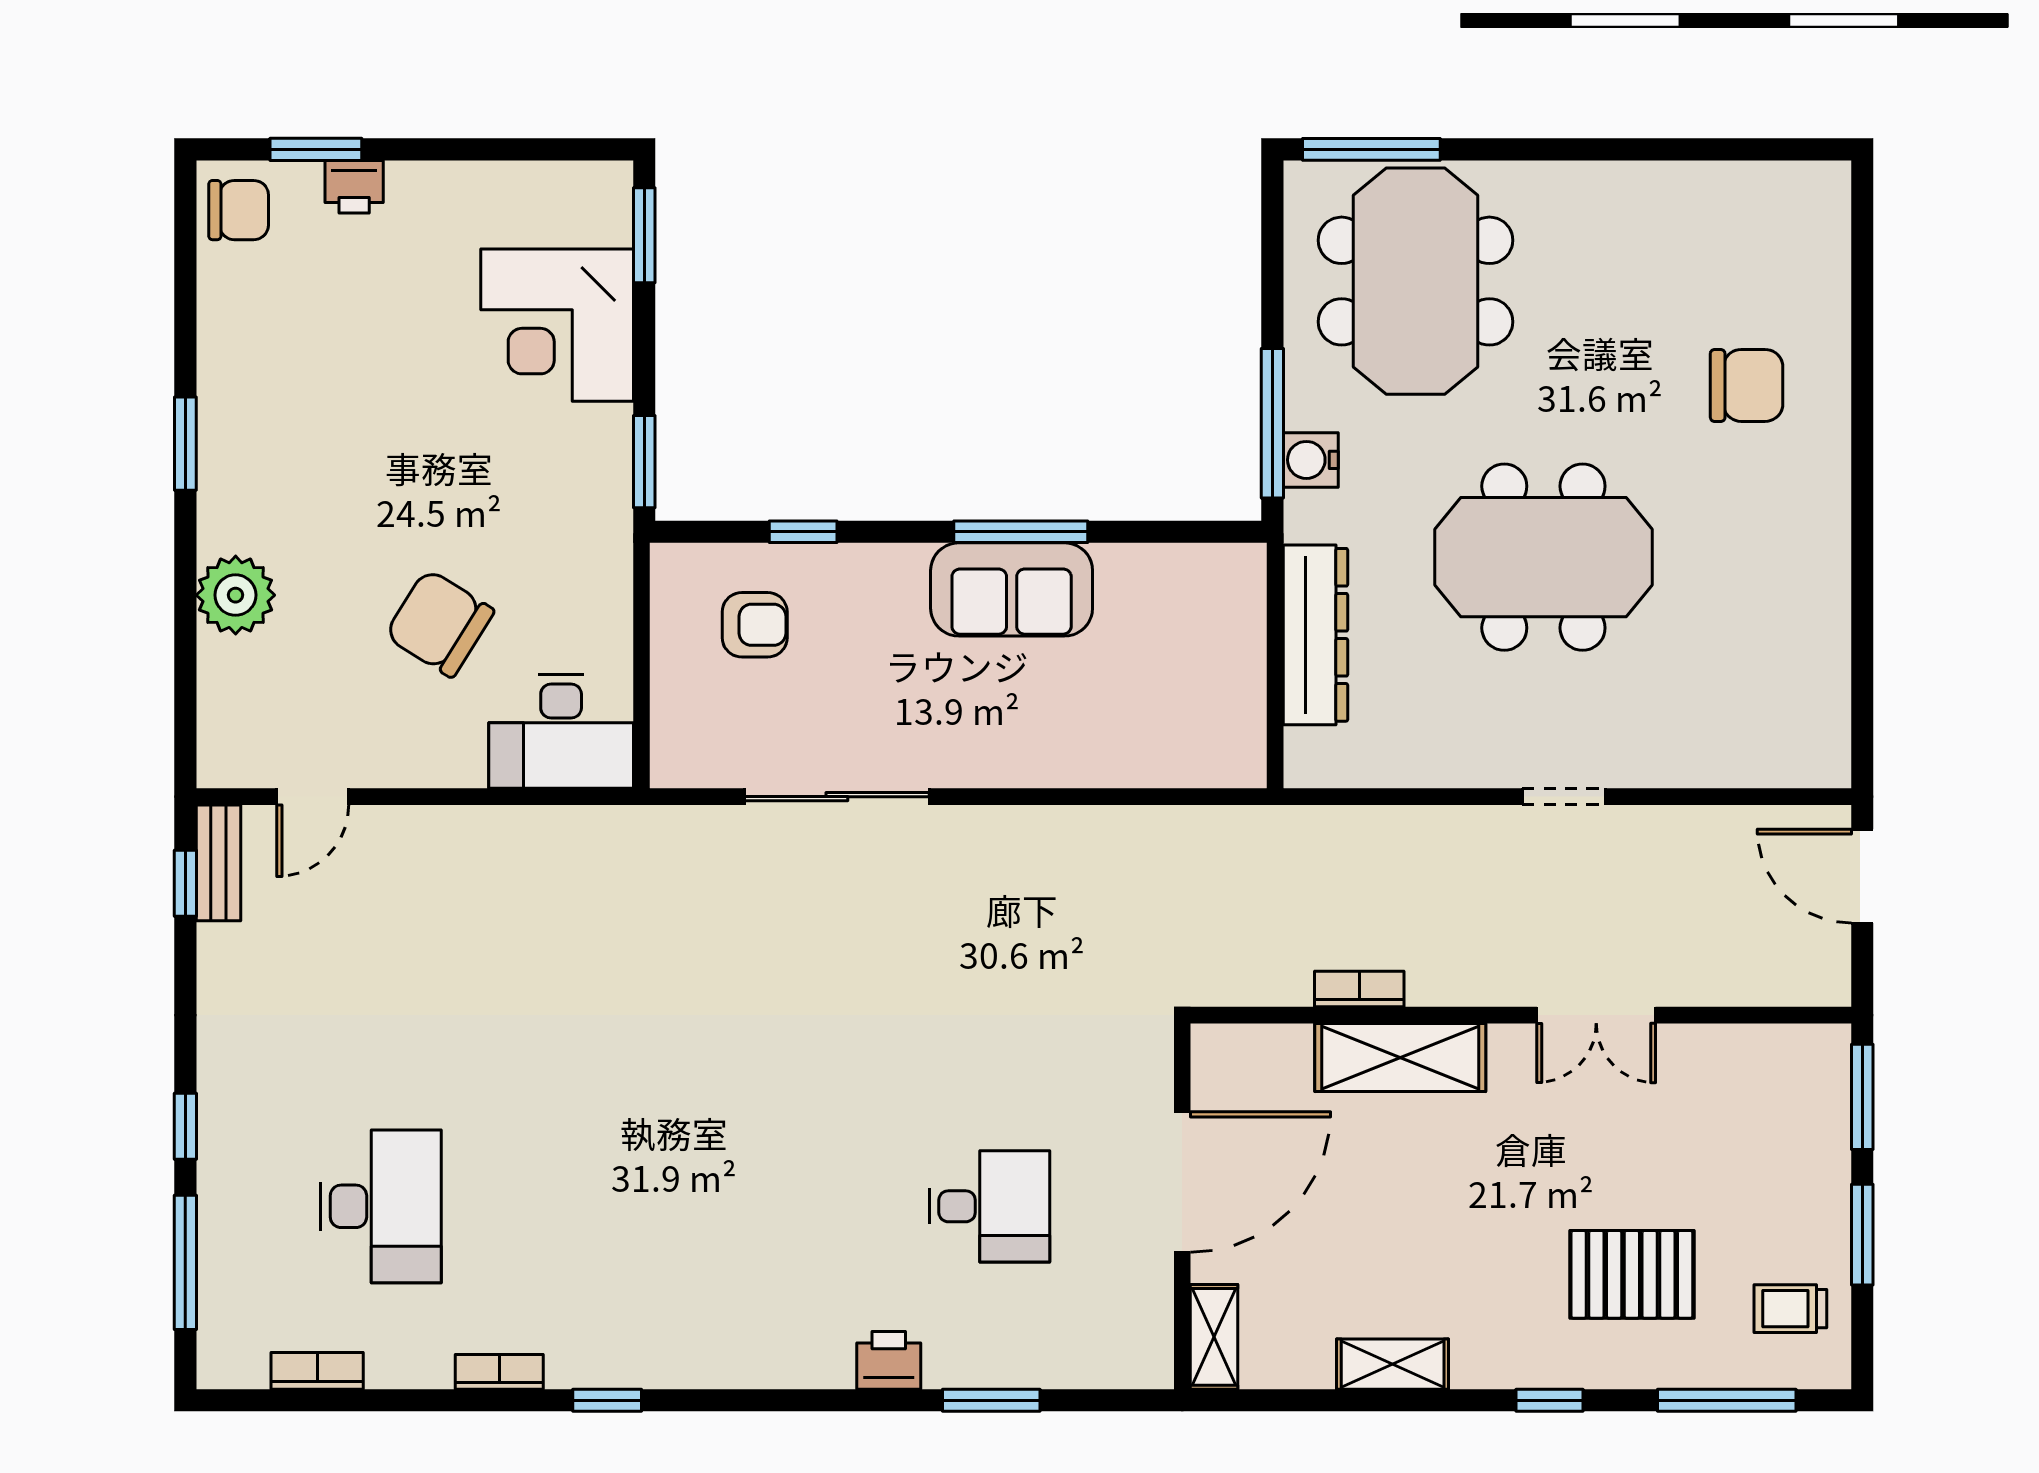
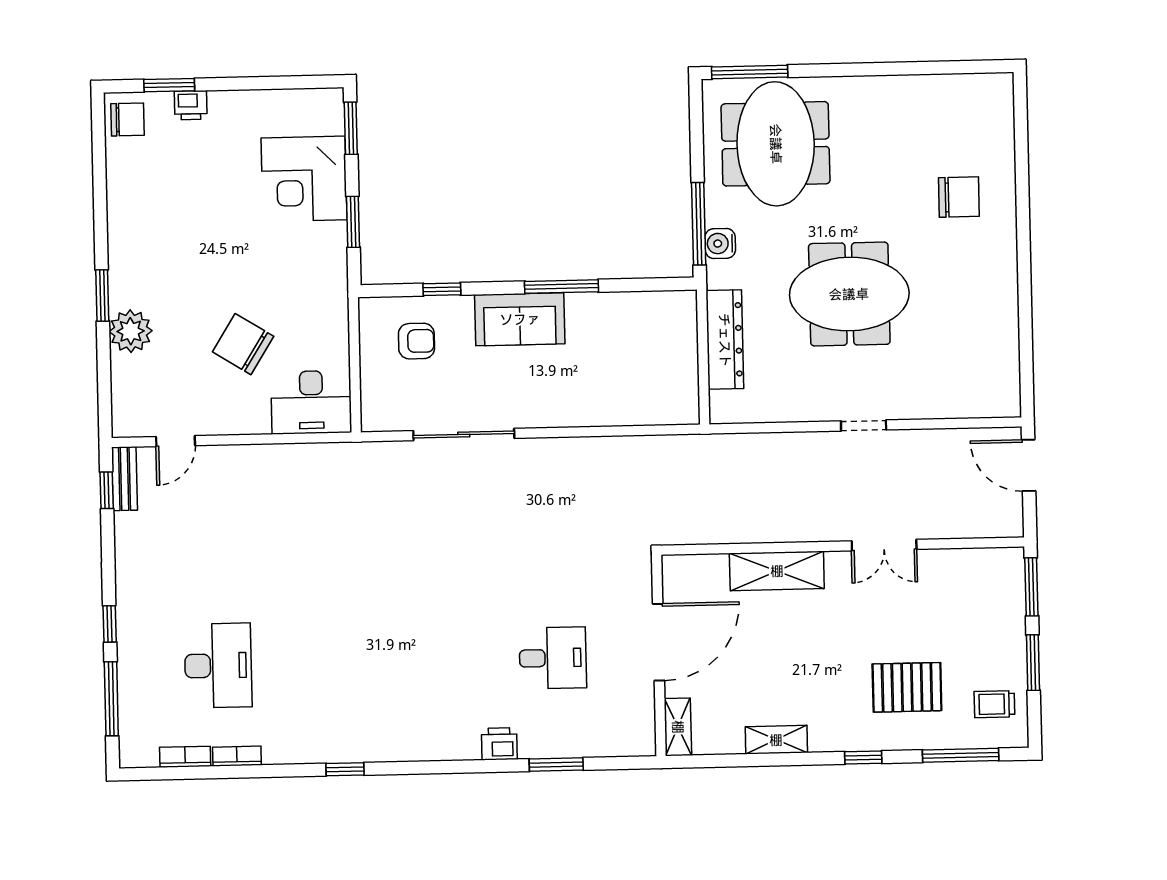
window: (185, 444) -> (102, 296), moved
window: (644, 462) -> (353, 222), moved
sofa: (1012, 589) -> (520, 319), moved
bookcase: (1359, 989) -> (753, 534), removed
bookcase: (499, 1372) -> (237, 756), moved

